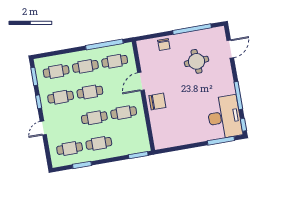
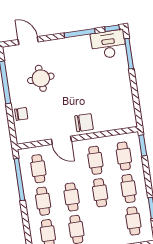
chair: (157, 102) -> (84, 123), turned 90
desk: (224, 117) -> (108, 44), width x0.73, depth x0.77
cafe table: (128, 138) -> (124, 156), added

